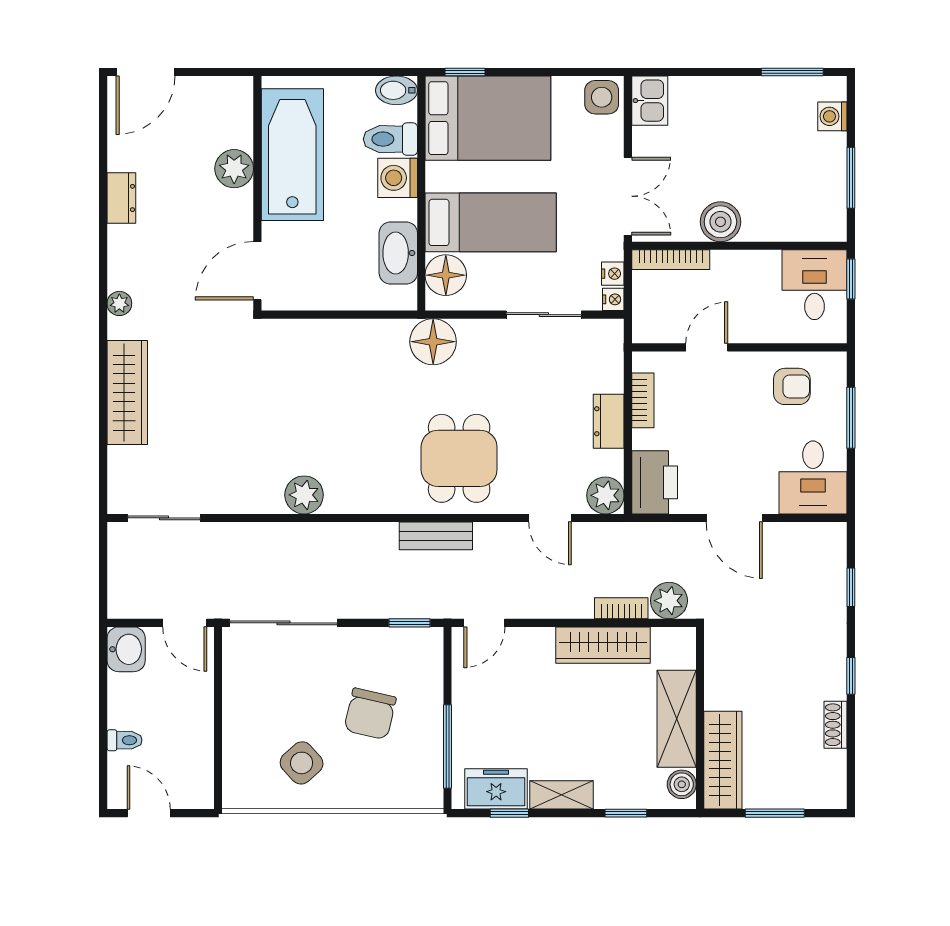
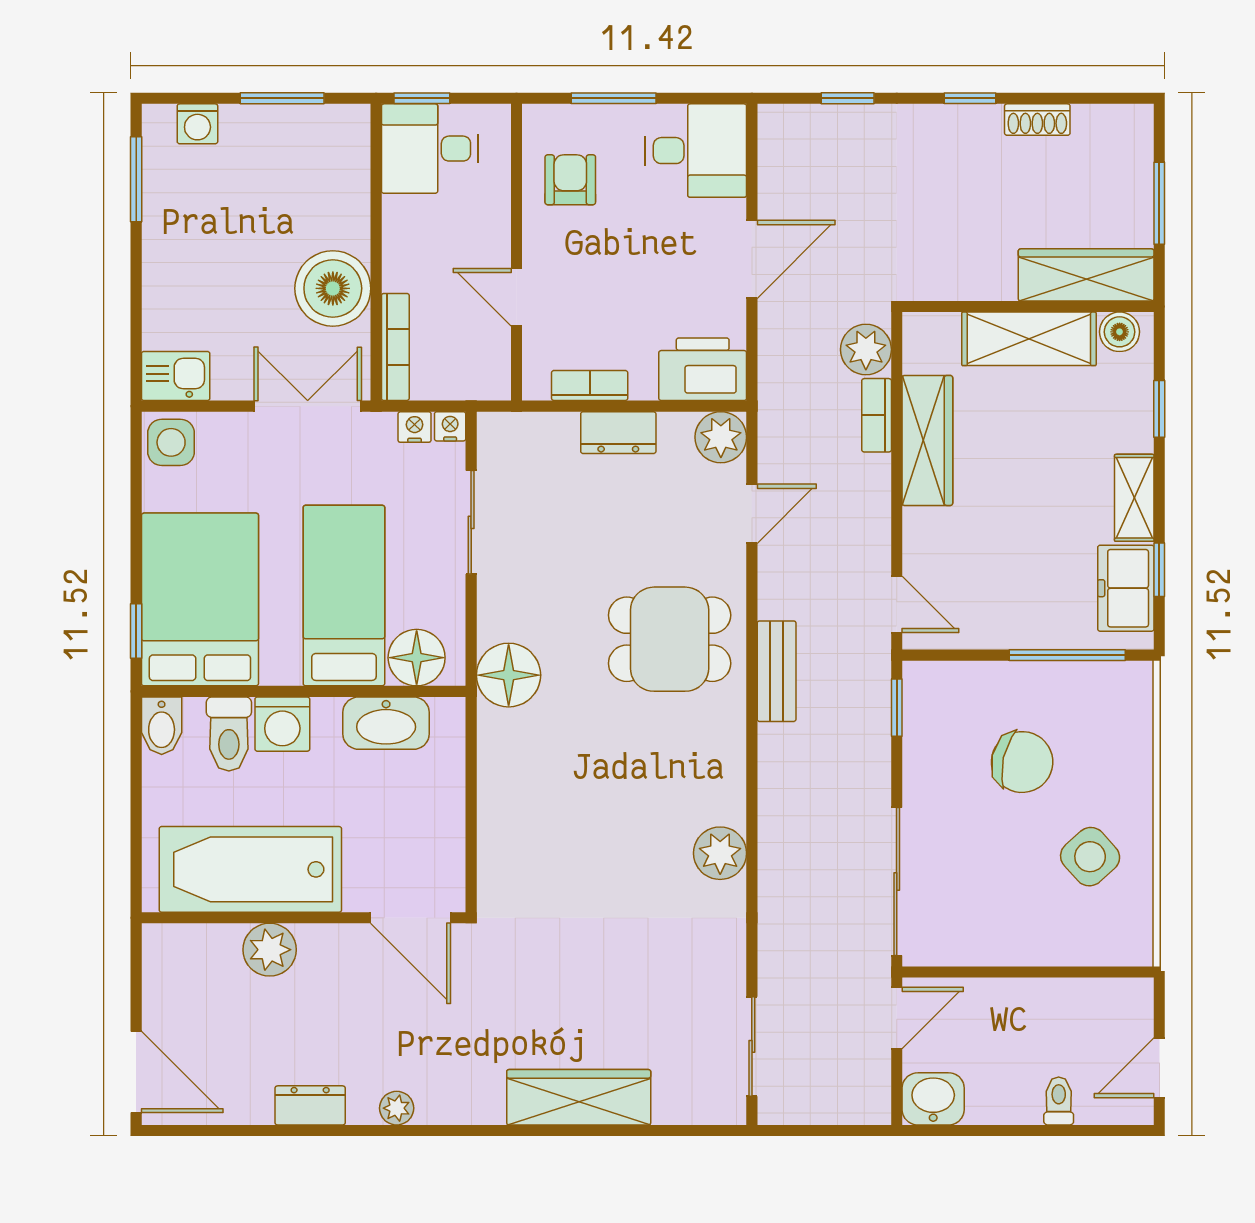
boiler: (720, 222) -> (333, 288), width x1.37, depth x1.37
plant: (119, 303) -> (397, 1108), moved

